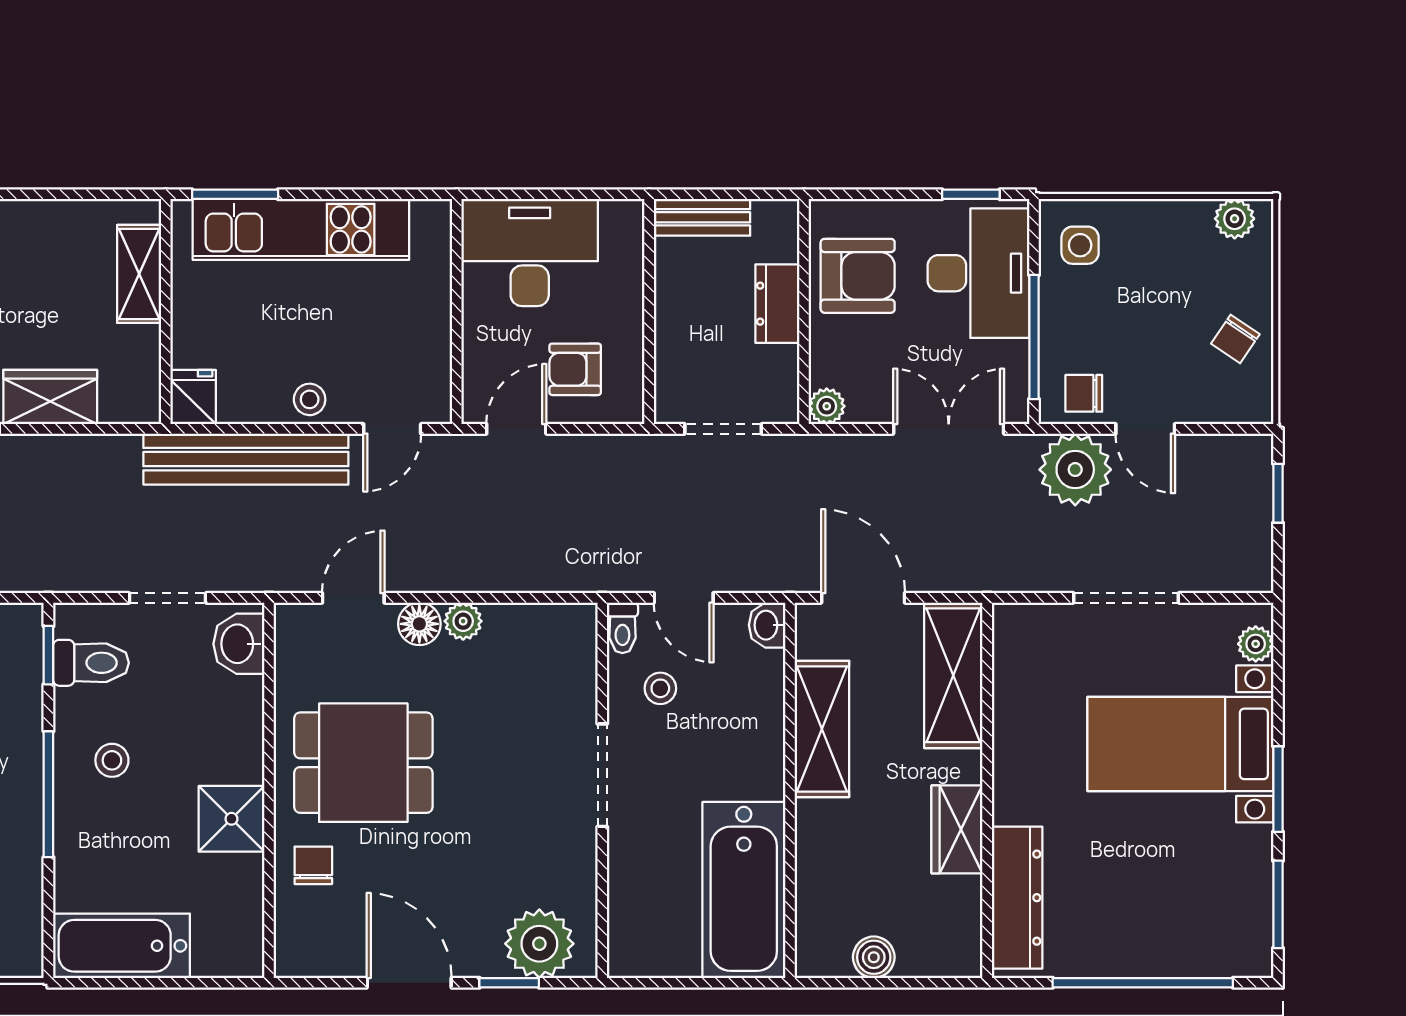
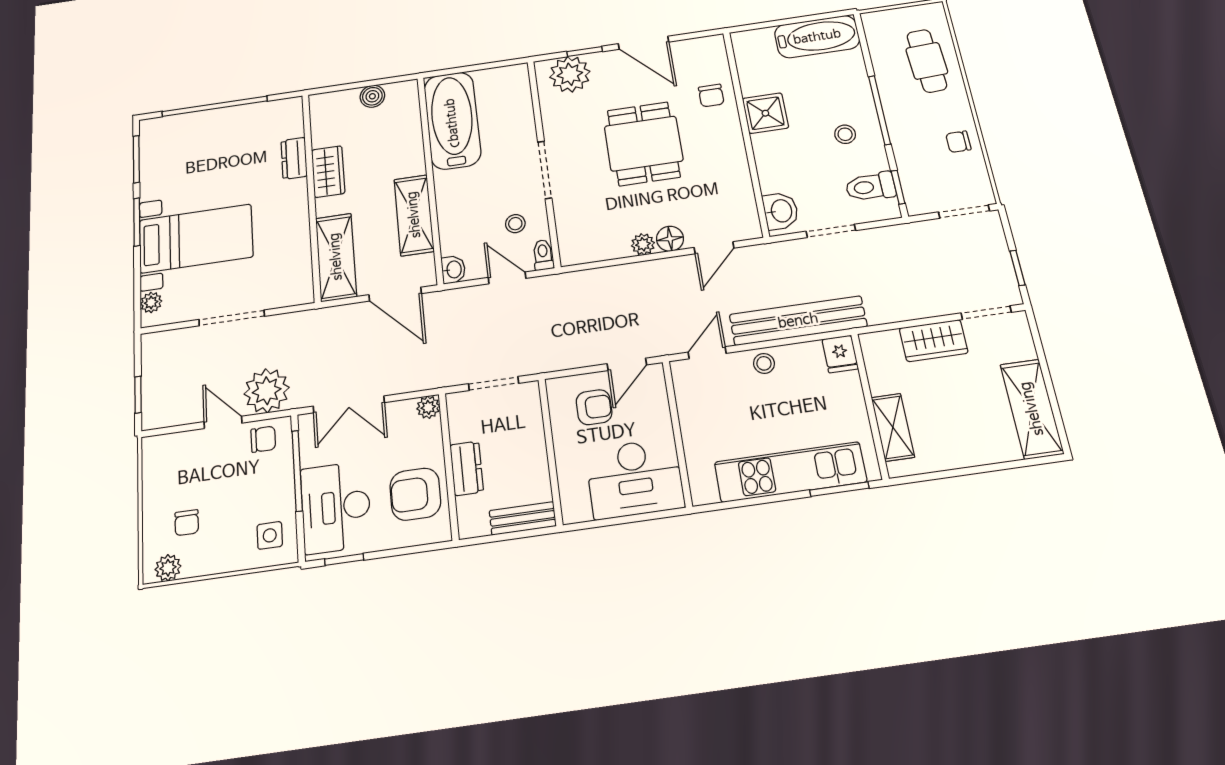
chair: (1235, 339) -> (187, 523), moved, turned 146
dining table: (363, 763) -> (644, 144), moved, turned 90
dresser: (1017, 898) -> (294, 158), width x0.51, depth x0.80

